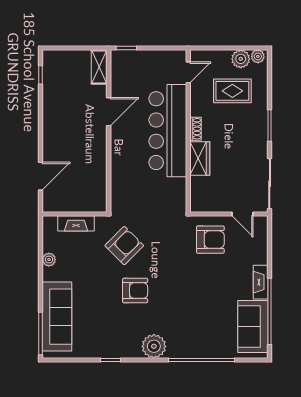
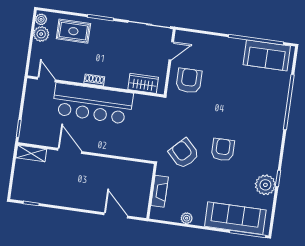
rug: (232, 91) -> (73, 31), moved, turned 90
wardrobe: (200, 159) -> (143, 83), moved
fireplace: (261, 282) -> (230, 44), removed
plant: (154, 346) -> (265, 185), moved

